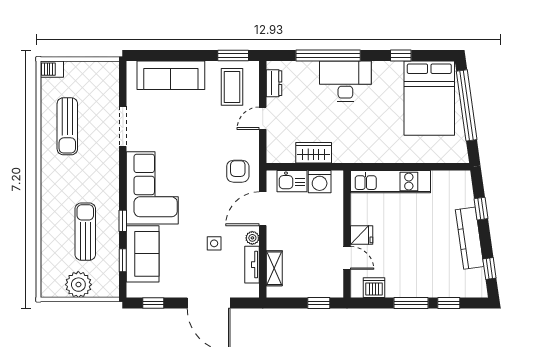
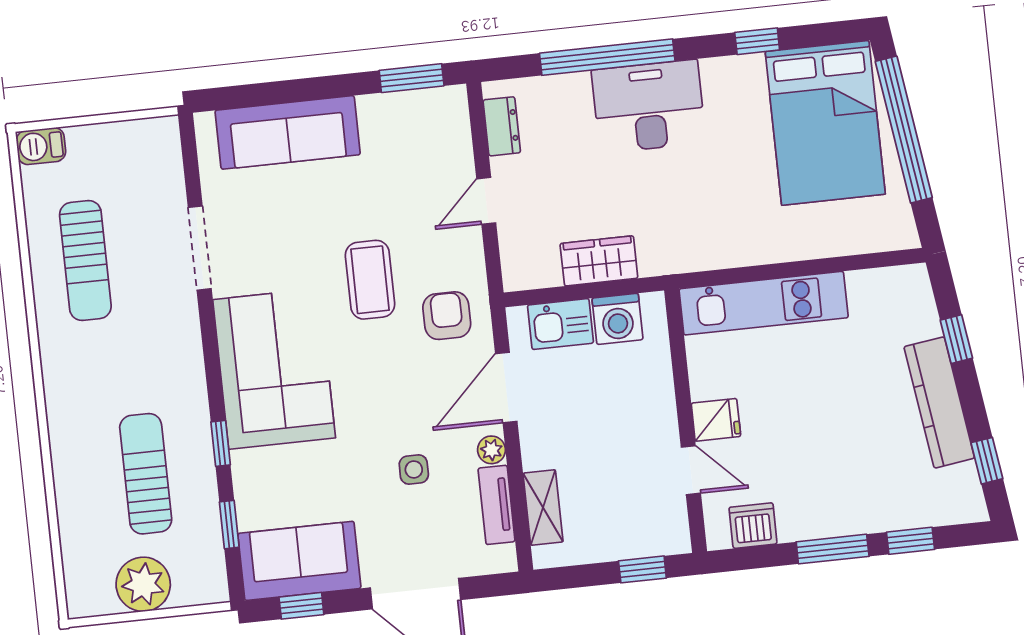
coffee table: (232, 87) -> (370, 280), moved
sofa: (143, 254) -> (299, 561), moved, turned -90

